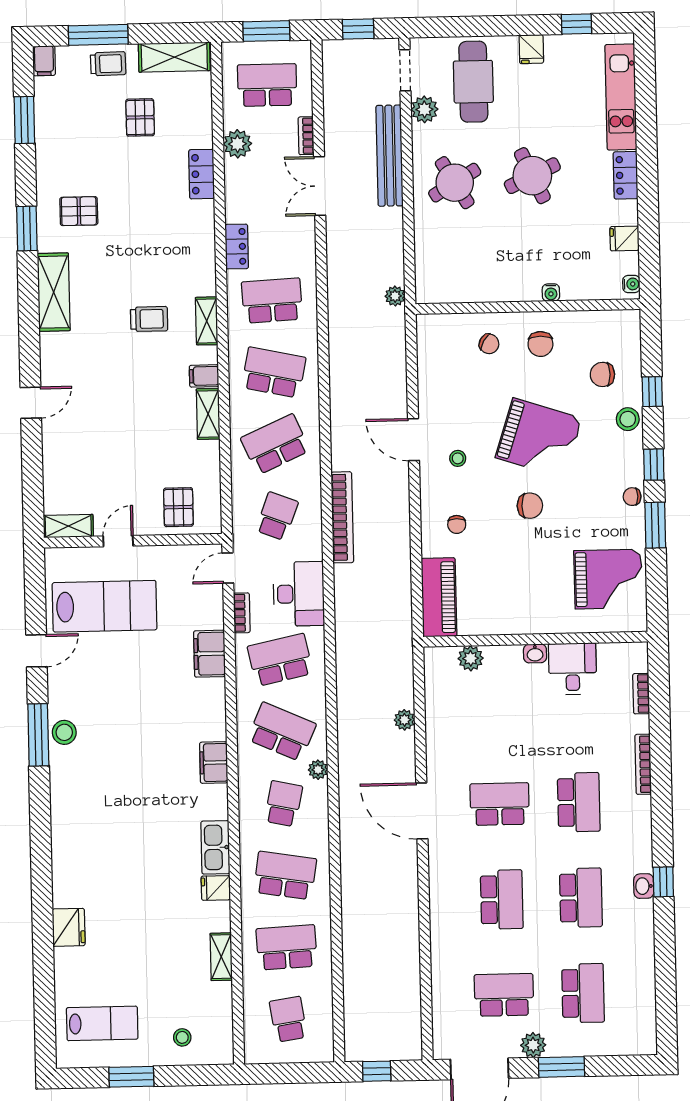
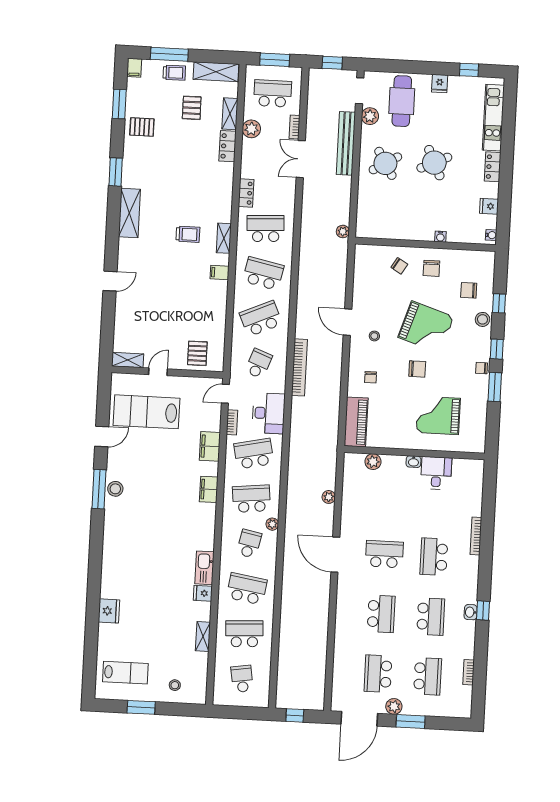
pallet: (79, 211) -> (142, 127), moved
shelving: (208, 414) -> (230, 114), moved
grand piano: (608, 579) -> (438, 415), moved, turned 180
lab bench: (105, 606) -> (146, 412), turned 180
bookcase: (641, 694) -> (469, 672), moved
school desk: (282, 732) -> (251, 499), turned -30
filing cabinet: (214, 763) -> (209, 489), moved
school desk: (579, 802) -> (434, 557), turned 180
school desk: (504, 995) -> (378, 674), turned -90

